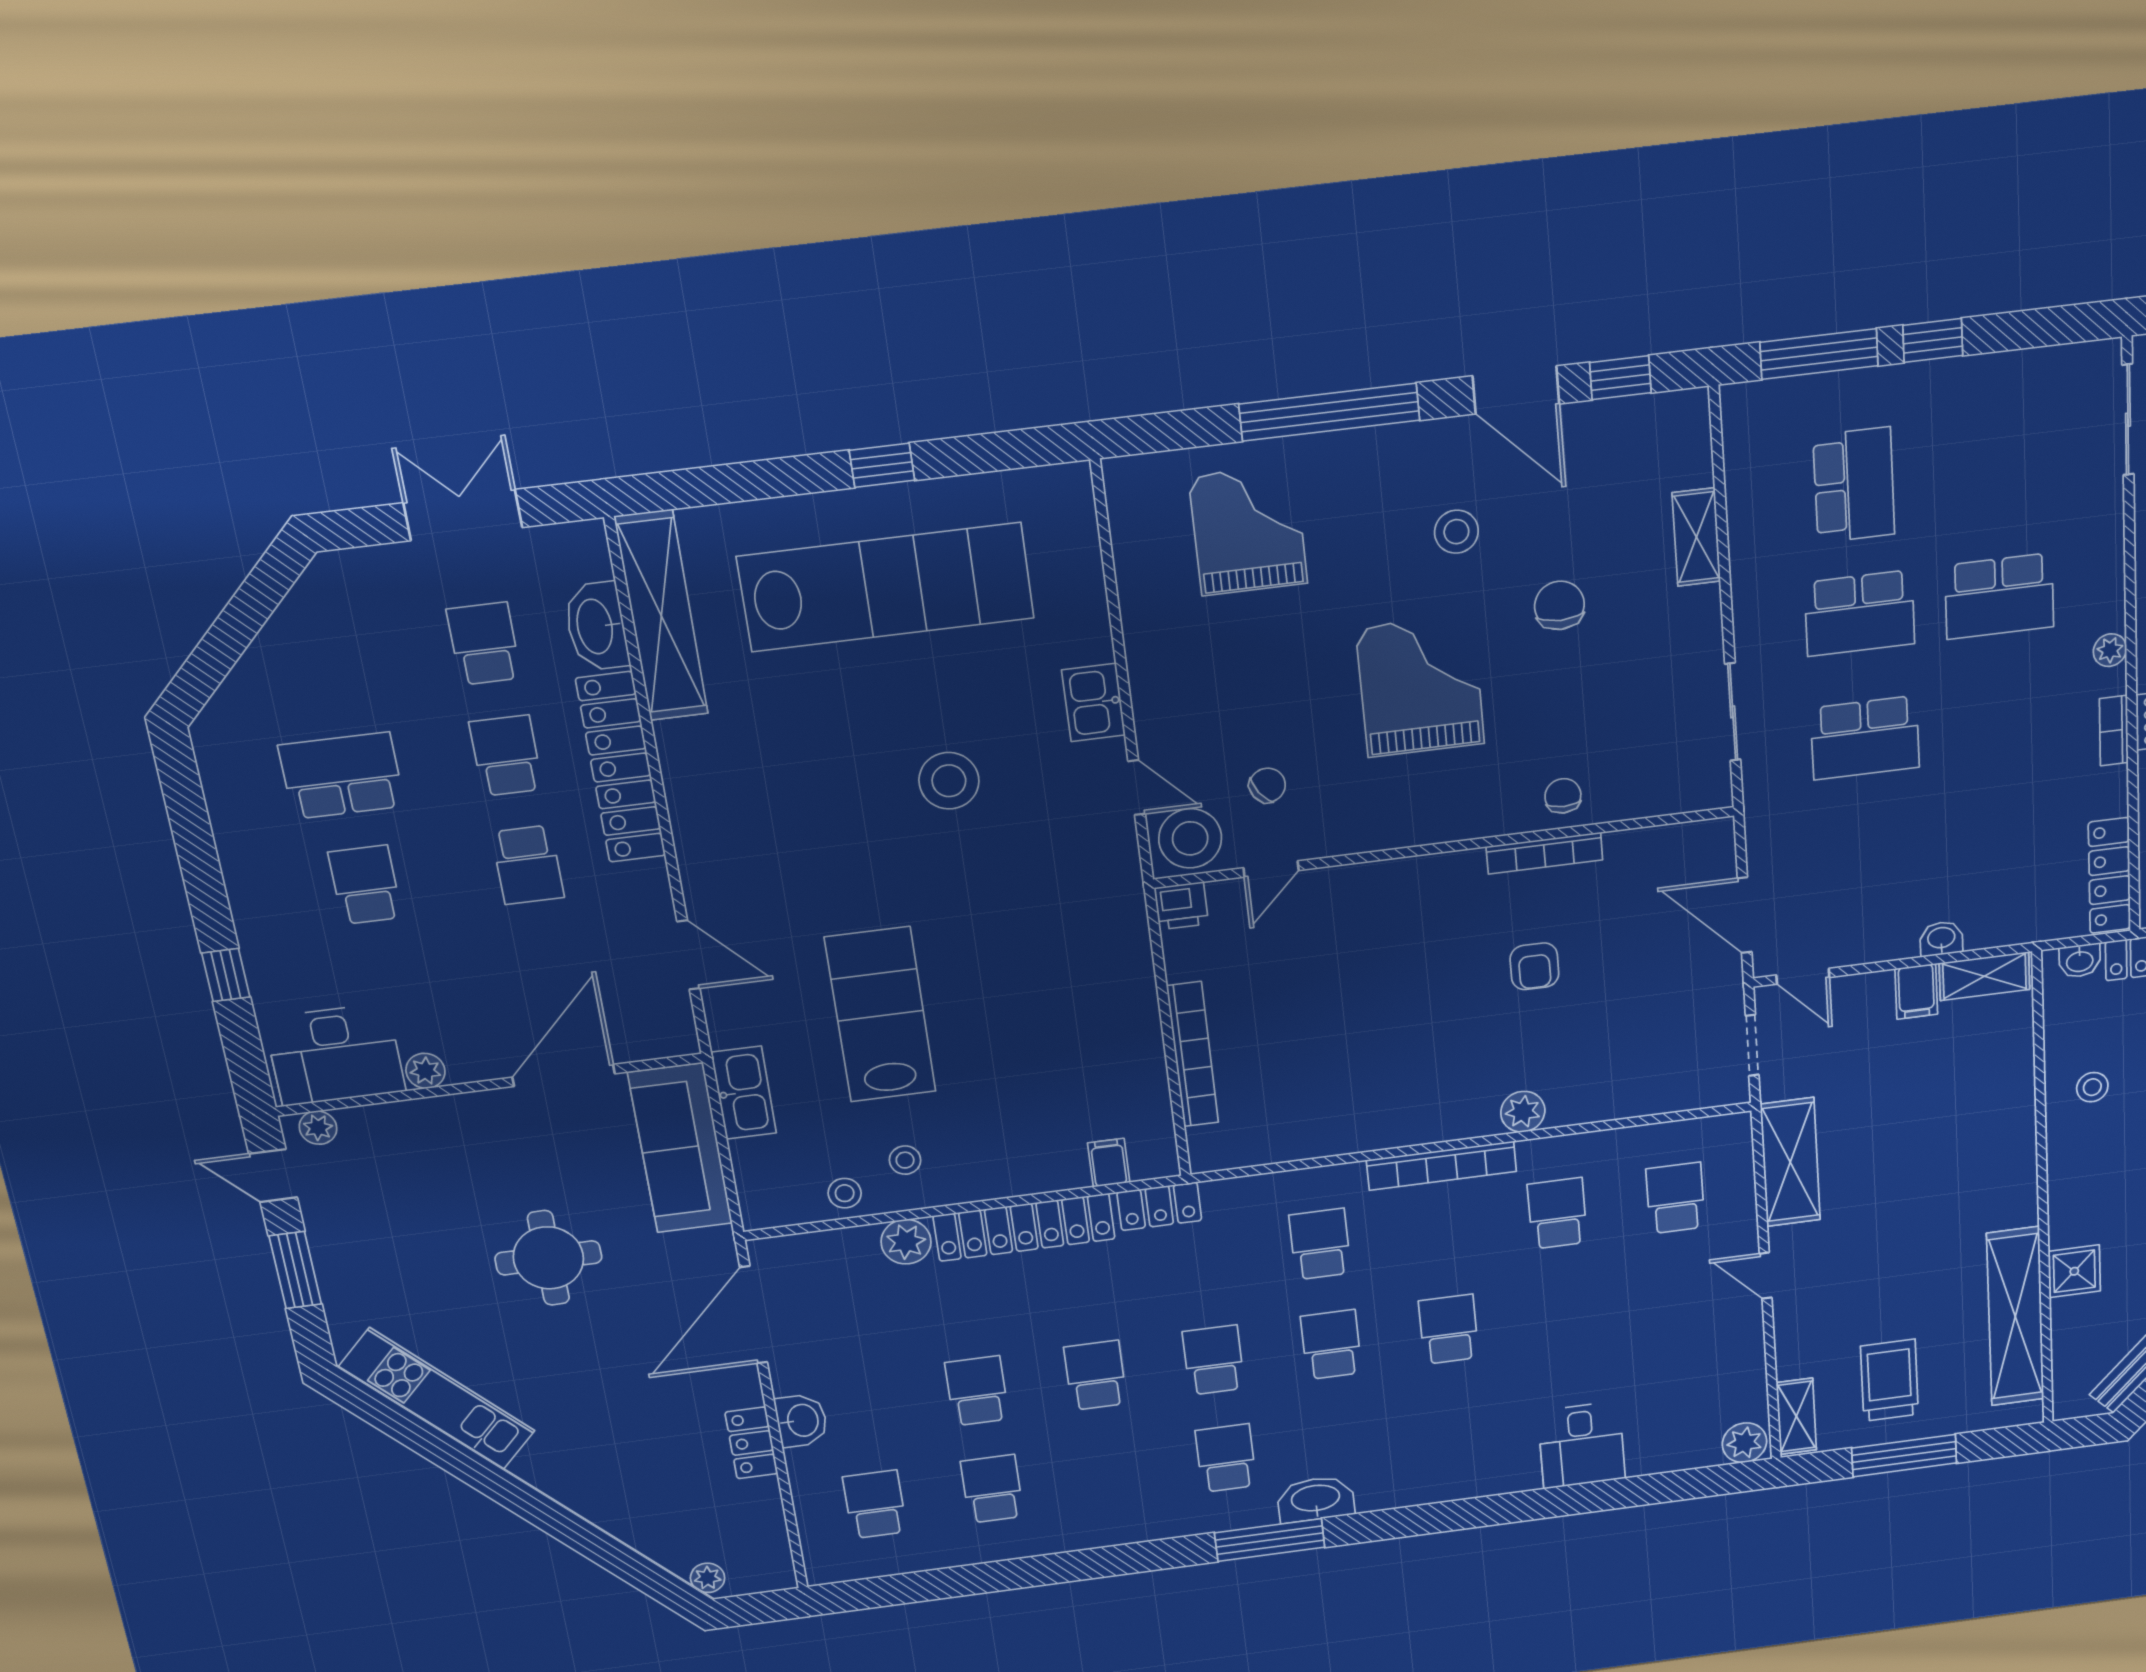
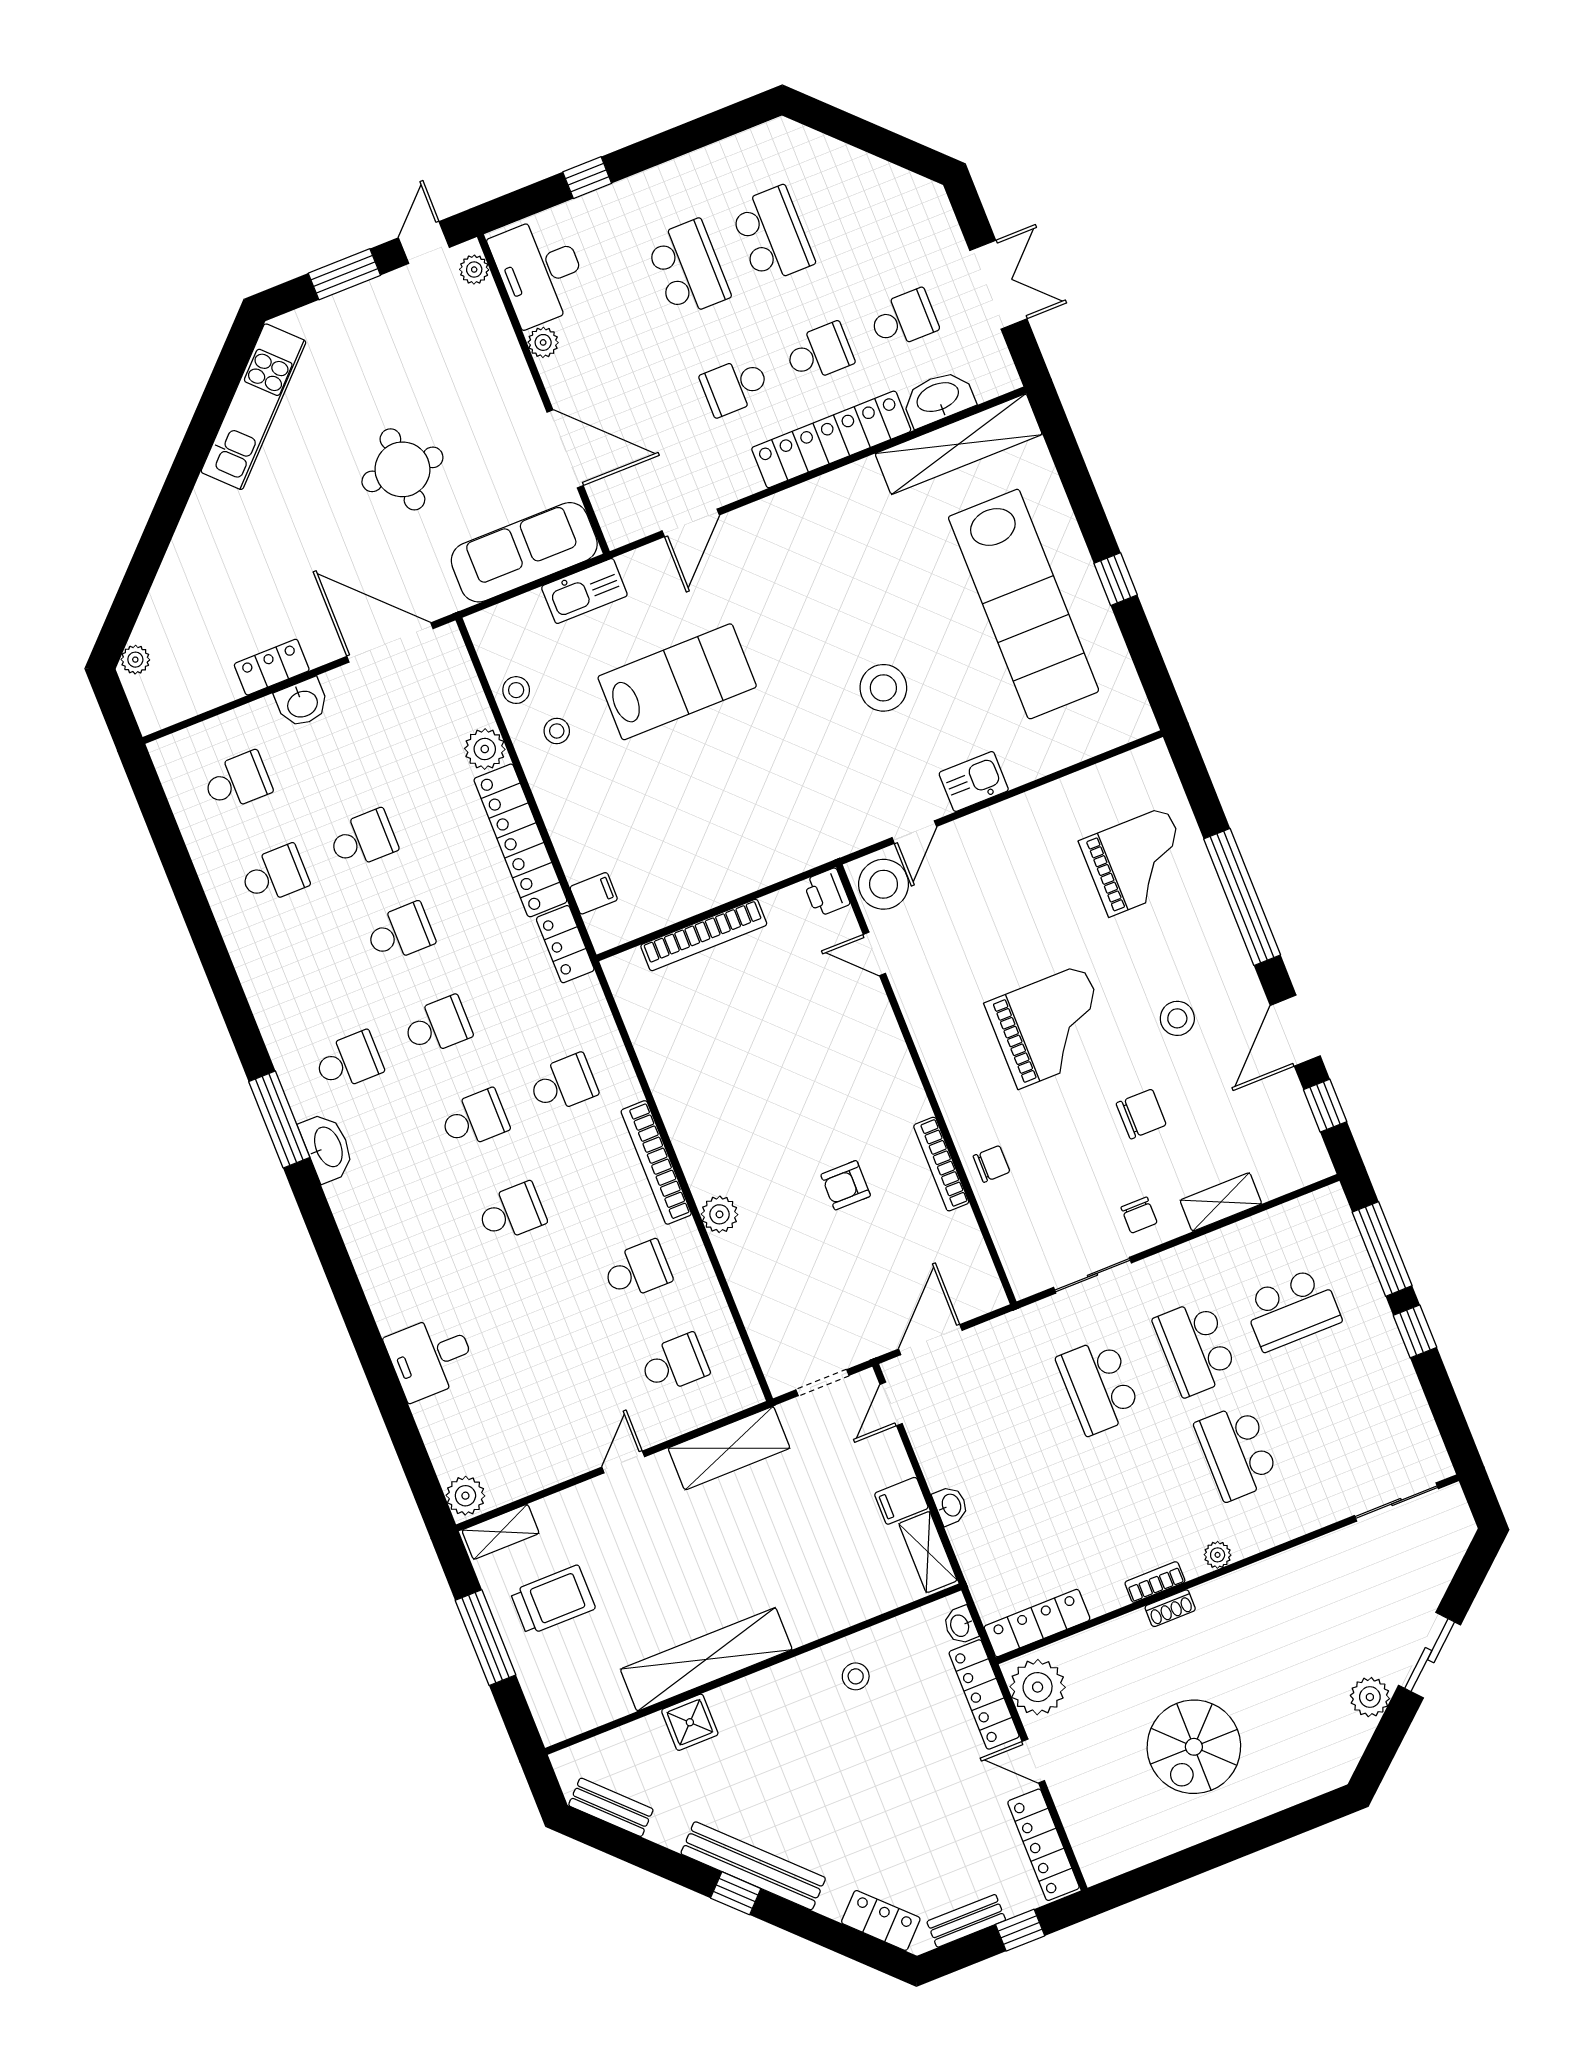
chair: (1267, 785) -> (1139, 1215), moved, turned 35
school desk: (365, 885) -> (688, 268), width x1.85
shelving: (2015, 1317) -> (706, 1659), moved

